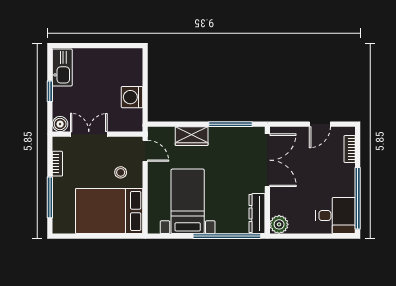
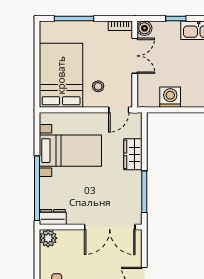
bookcase: (57, 164) -> (120, 26), moved
dresser: (257, 214) -> (53, 217), width x0.70

